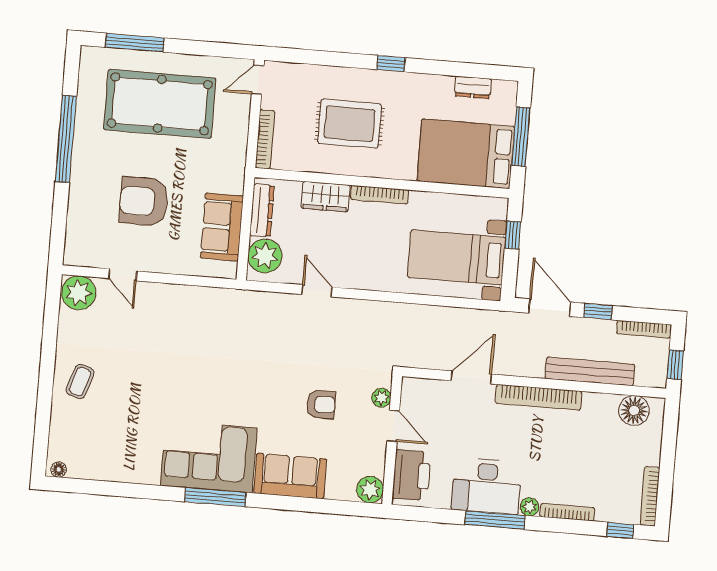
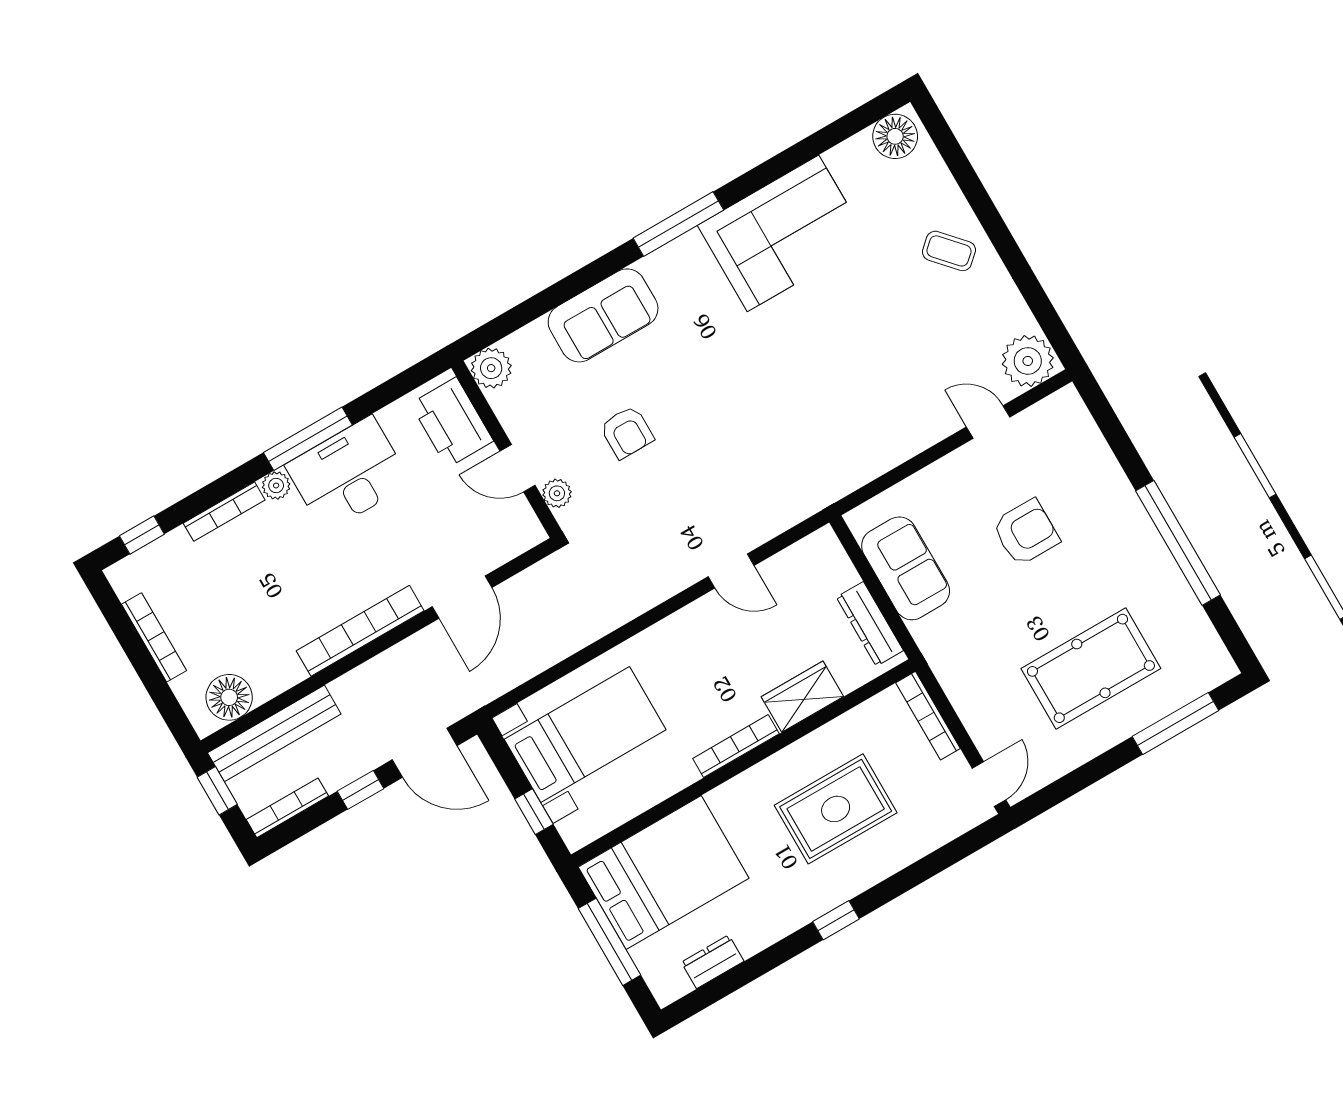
pool table: (160, 104) -> (1091, 668), width x0.73, depth x0.76
armchair: (144, 201) -> (1026, 532), width x0.73, depth x0.73
plant: (265, 256) -> (826, 569), removed
bench: (590, 371) -> (274, 733), moved
coffee table: (80, 381) -> (949, 251), turned -60
armchair: (321, 404) -> (627, 432), turned -90
corner sofa: (209, 457) -> (783, 233), moved
floor lamp: (59, 470) -> (895, 136), width x1.89, depth x1.89
bookcase: (650, 496) -> (154, 637), moved

